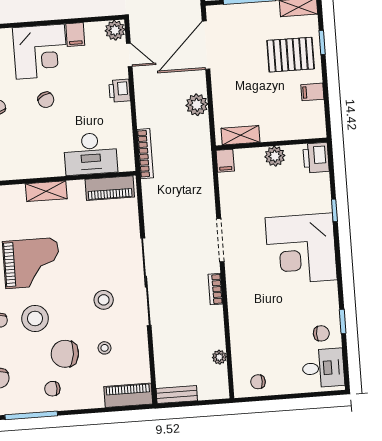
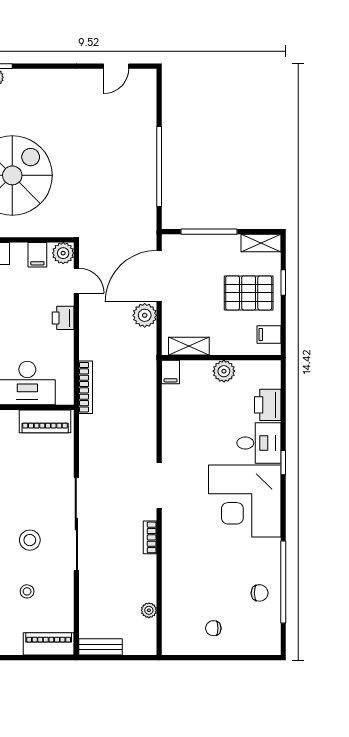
filing cabinet: (75, 35) -> (37, 255), moved
plant: (197, 105) -> (145, 315), moved
shelving: (241, 135) -> (189, 346), moved
wall: (271, 144) -> (221, 358), moved
plant: (275, 156) -> (224, 371), moved
filing cabinet: (225, 161) -> (171, 372), moved
window: (343, 321) -> (283, 582), width x3.17
desk: (323, 368) -> (259, 443), moved
chair: (258, 382) -> (213, 628), moved

